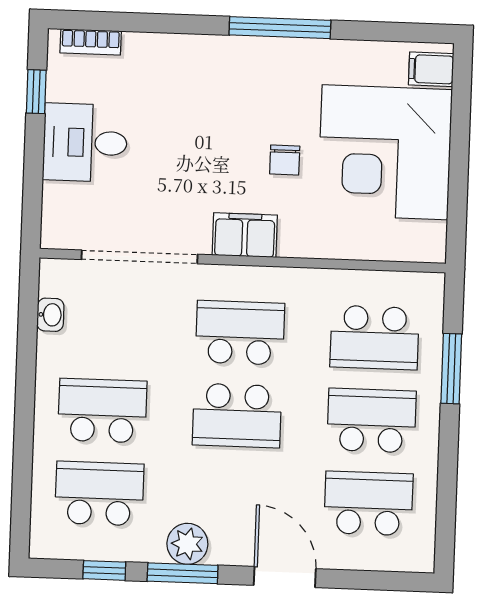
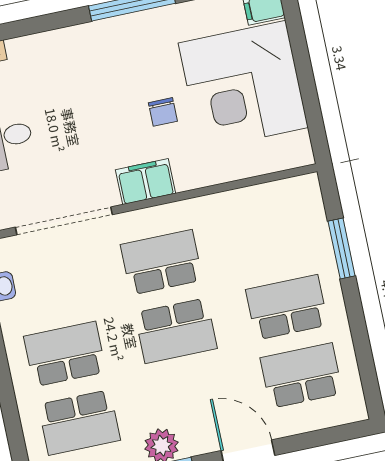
school desk: (375, 338) -> (273, 239), removed
school desk: (99, 493) -> (79, 422), turned 180

